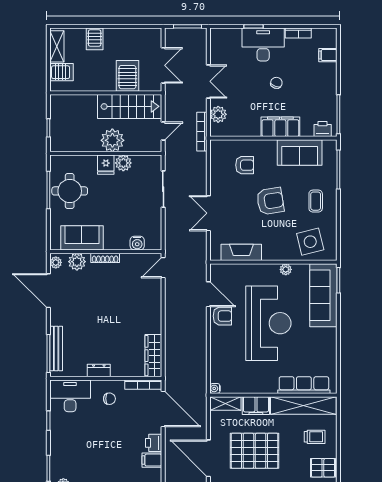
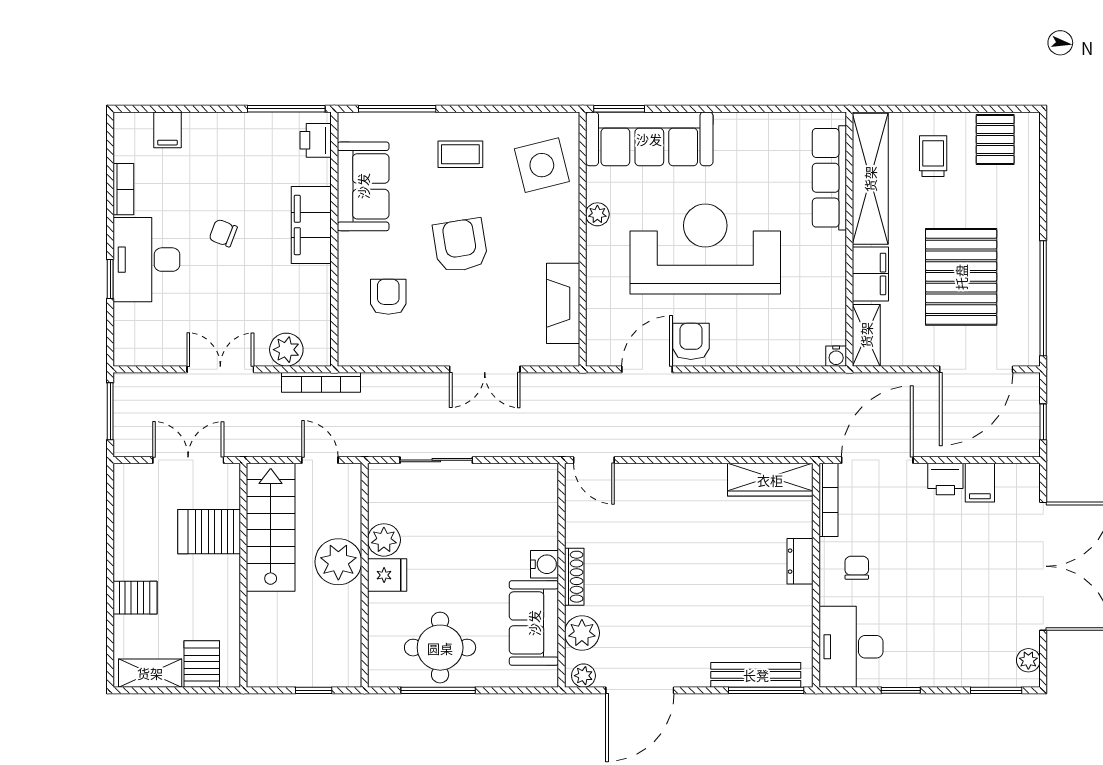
water cooler: (137, 243) -> (545, 564), moved
dresser: (99, 370) -> (800, 561), moved

